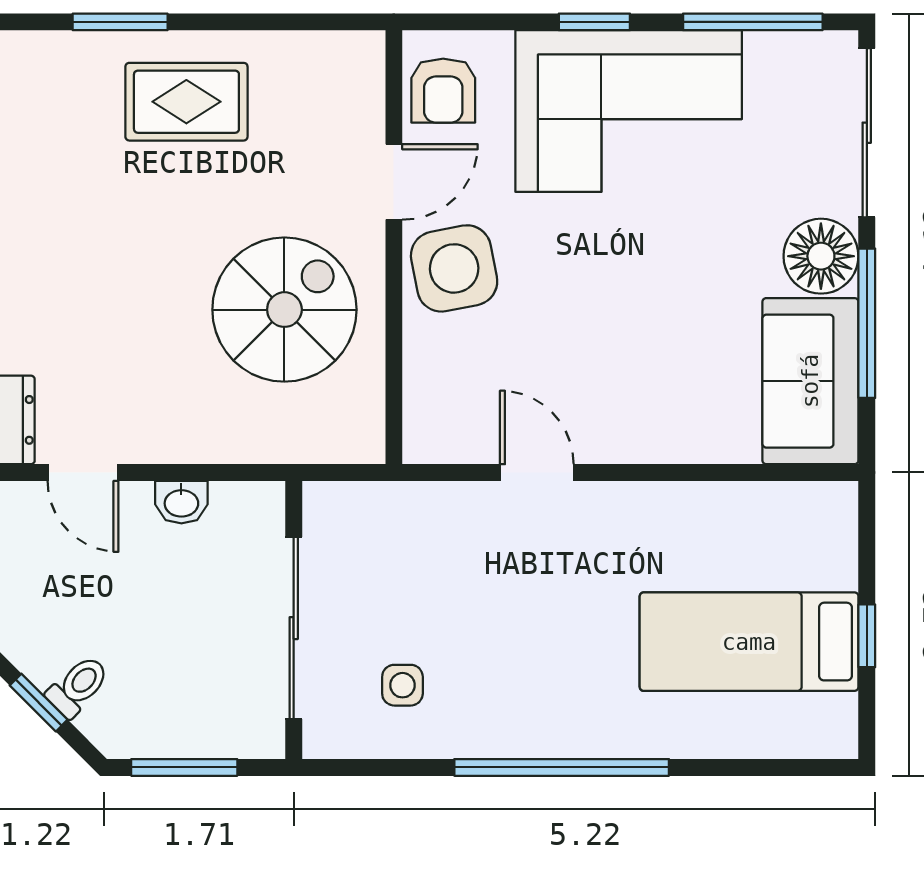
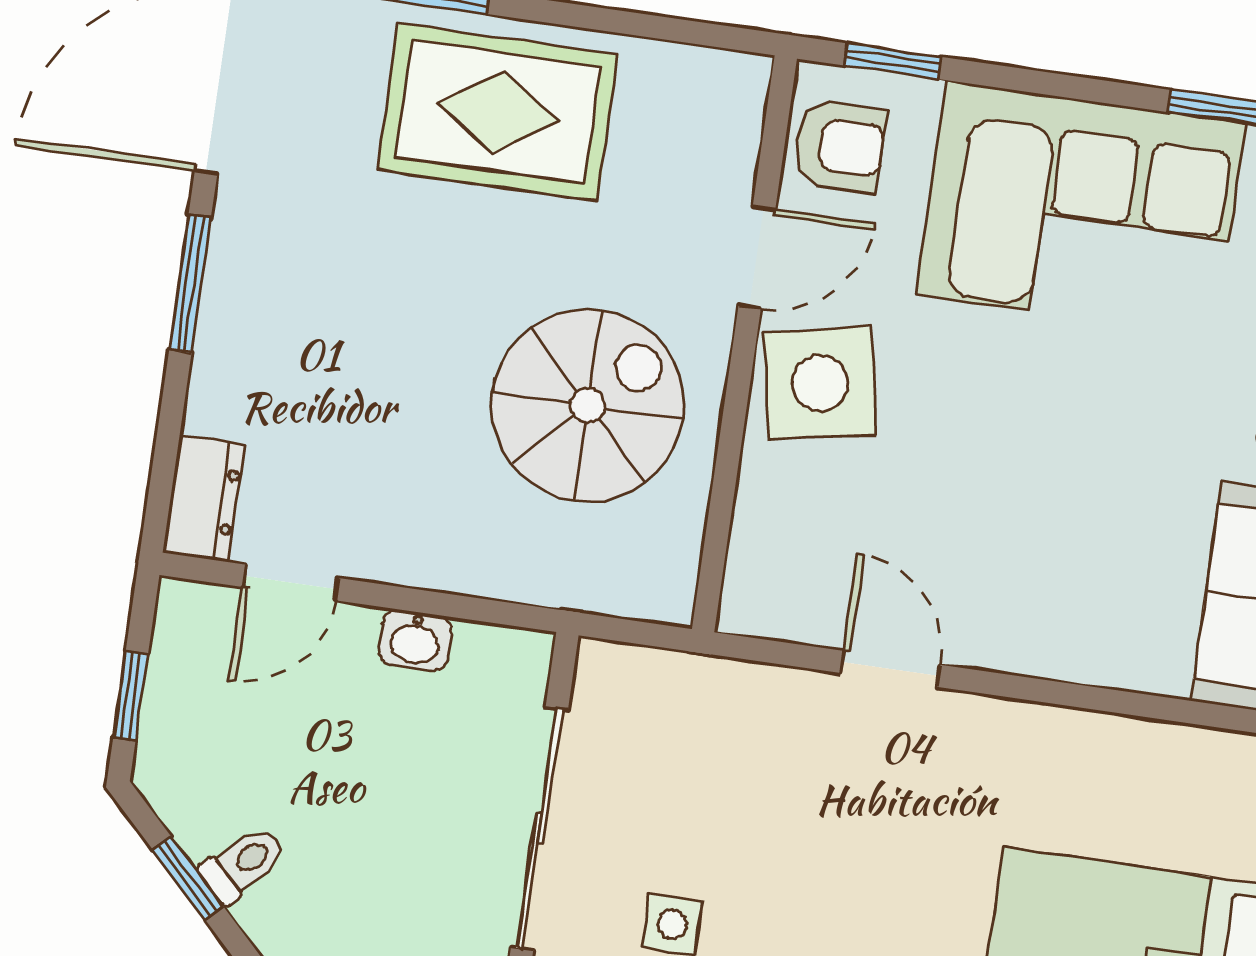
window: (594, 22) -> (892, 61), moved
armchair: (443, 91) -> (840, 146), turned -90
rug: (186, 102) -> (498, 112), width x1.36, depth x1.43
door: (83, 473) -> (291, 582), hinge flipped

